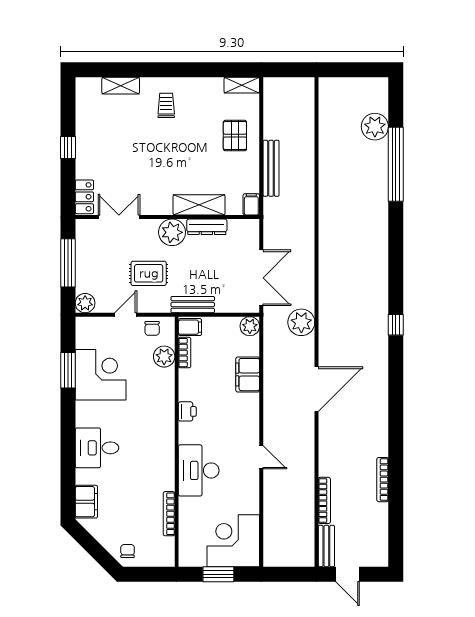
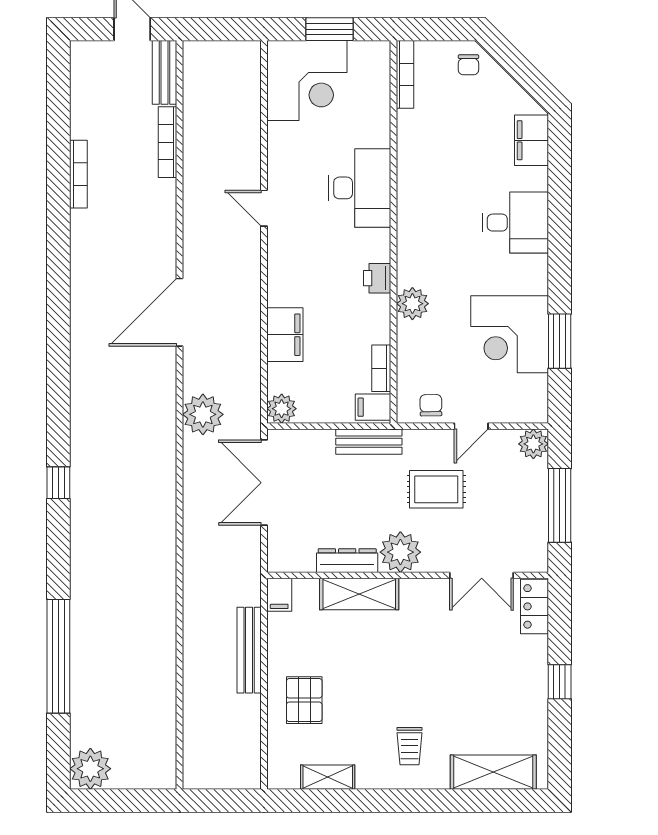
shelving: (242, 85) -> (328, 777), moved
shelving: (121, 86) -> (493, 772), width x1.50, depth x1.33
plant: (375, 127) -> (90, 769), moved
window: (396, 325) -> (58, 483), moved
plant: (164, 357) -> (412, 304), moved
bookcase: (169, 514) -> (405, 74), moved

